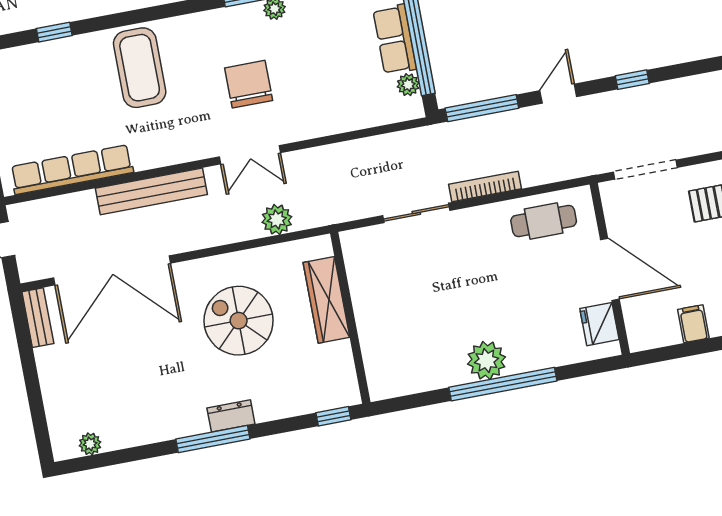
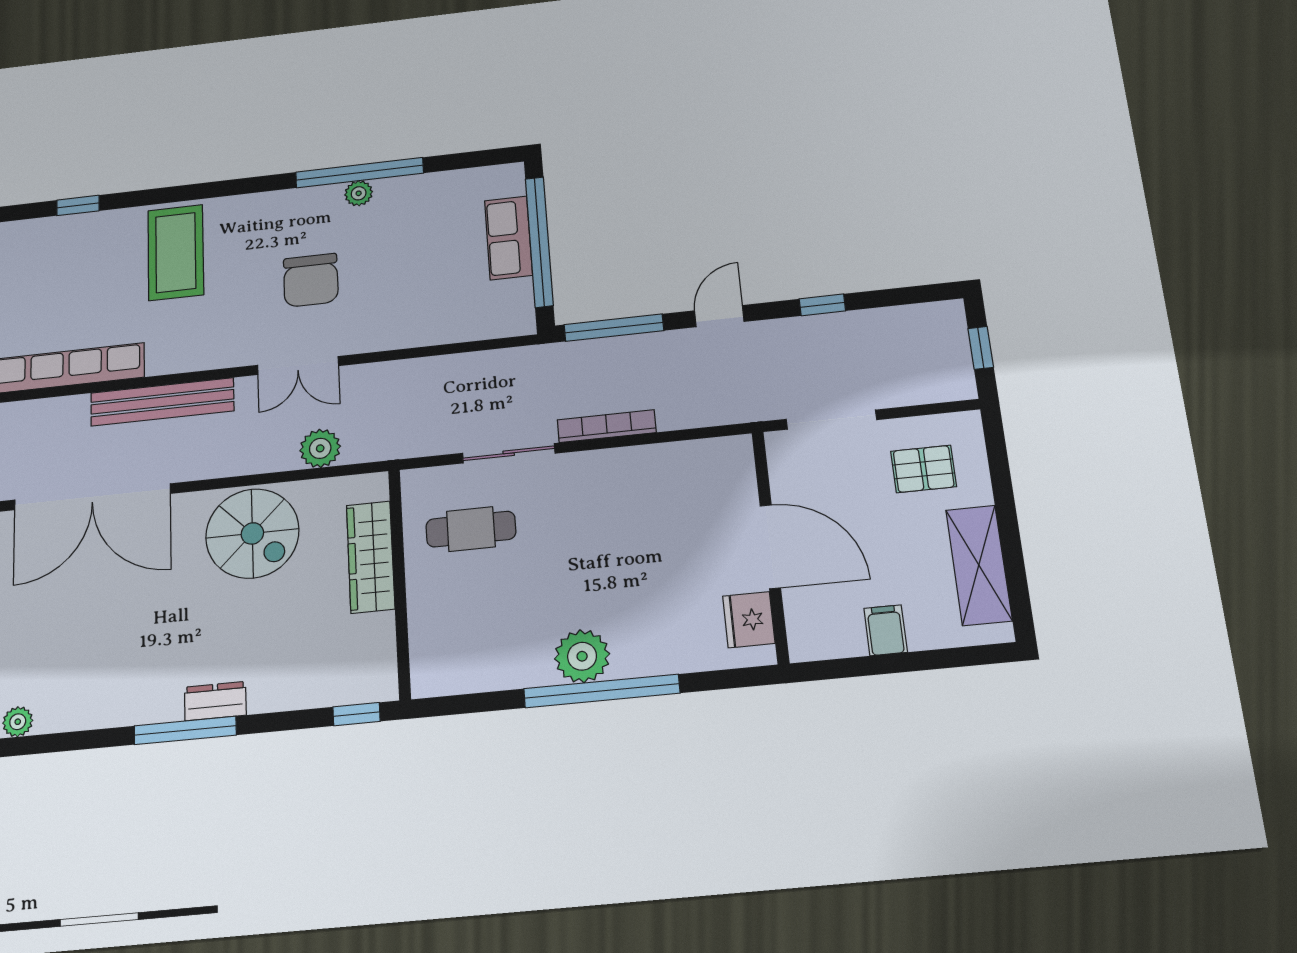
chair: (249, 84) -> (311, 280), turned 180
plant: (408, 85) -> (519, 293), removed
cafe table: (544, 221) -> (471, 529), moved
spiral stairs: (239, 321) -> (252, 533), moved, turned 180

